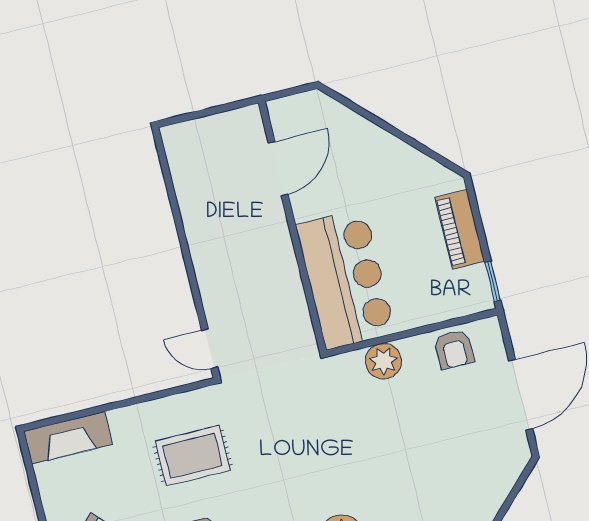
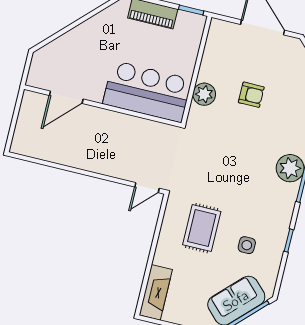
door: (278, 169) -> (66, 97), swing flipped
armchair: (454, 349) -> (251, 95), moved

